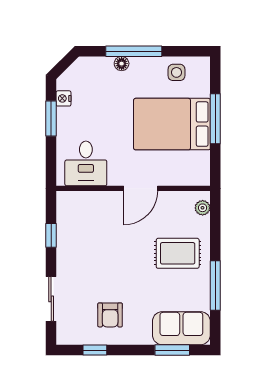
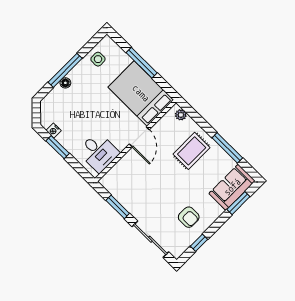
bed: (172, 124) -> (141, 93), moved, turned 90
window: (51, 235) -> (118, 207), width x1.50
sliding door: (51, 299) -> (150, 239), width x1.37

